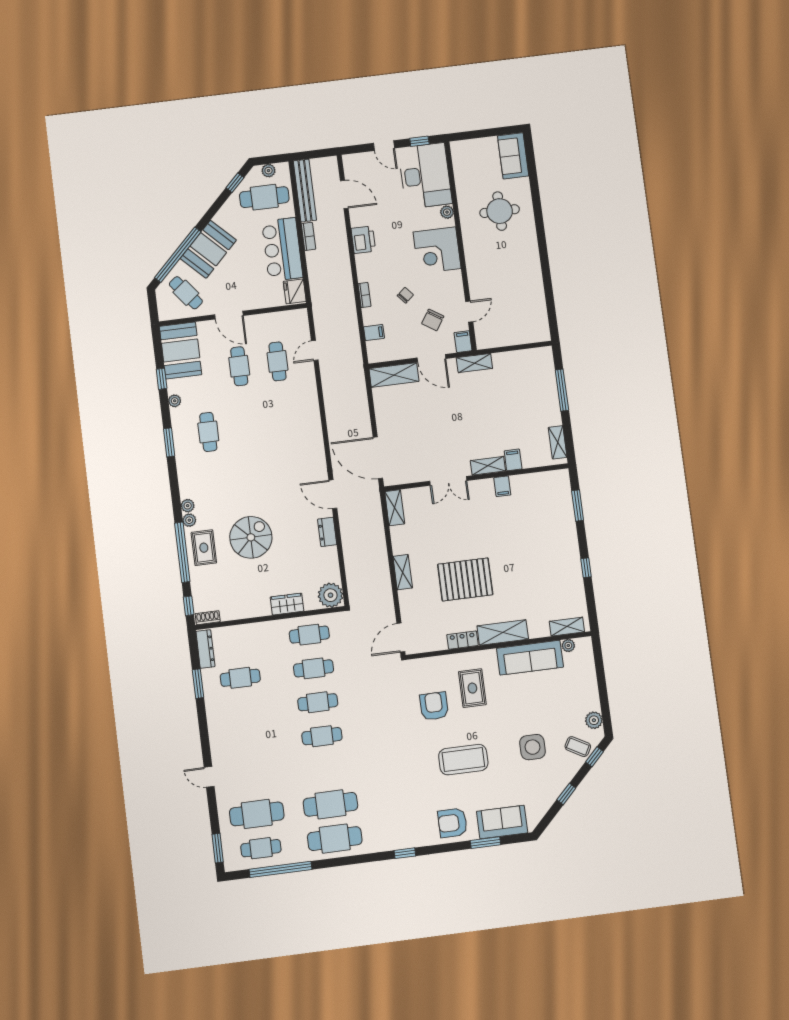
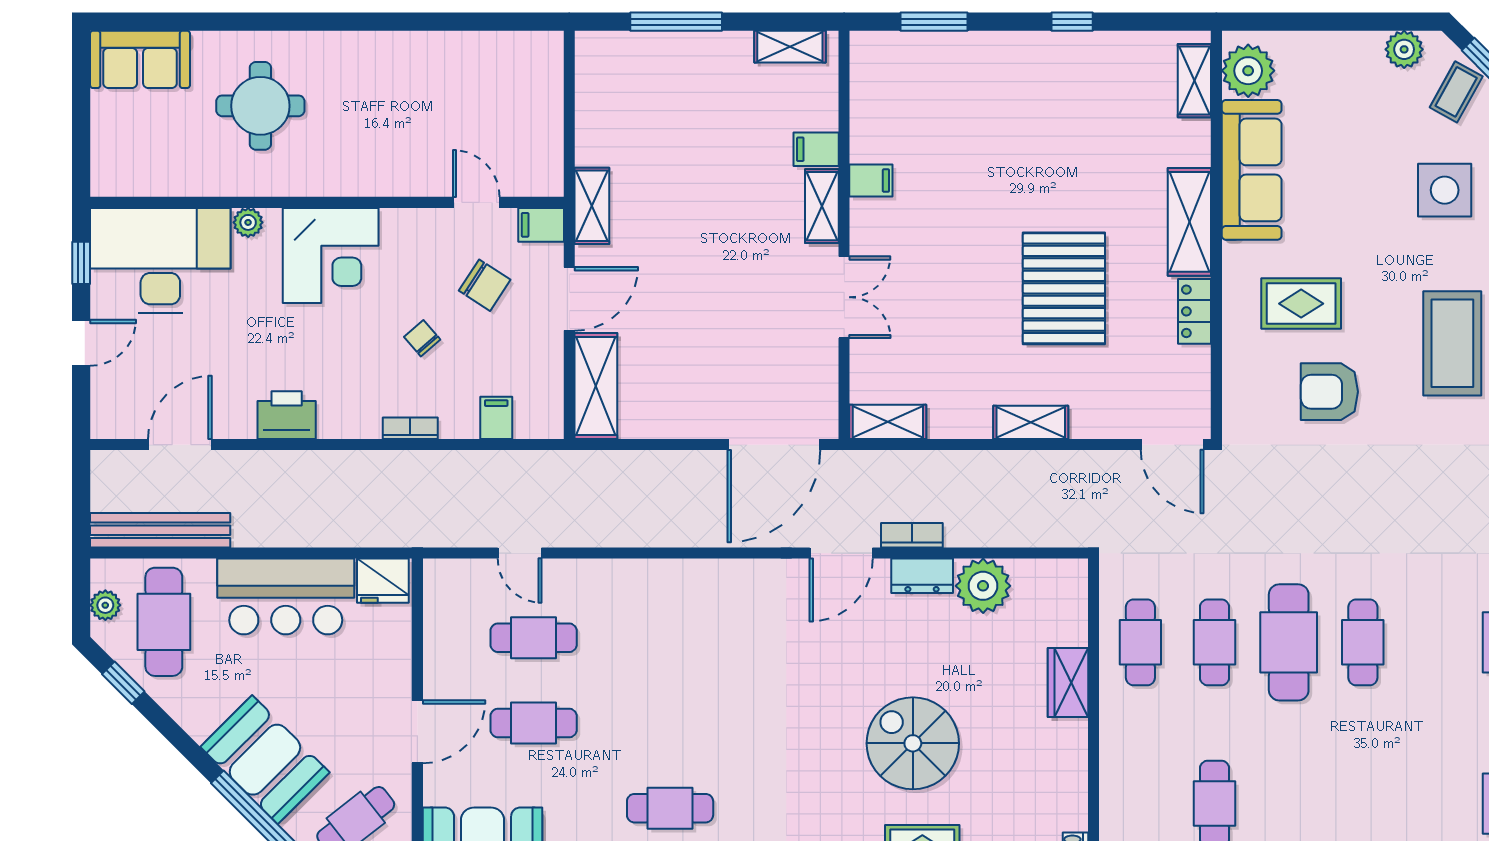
bookcase: (308, 236) -> (912, 535), moved
plant: (330, 595) -> (983, 586), moved
plant: (568, 646) -> (1248, 71), width x1.87, depth x1.87
cafe table: (318, 702) -> (1289, 642), width x1.37, depth x1.35

